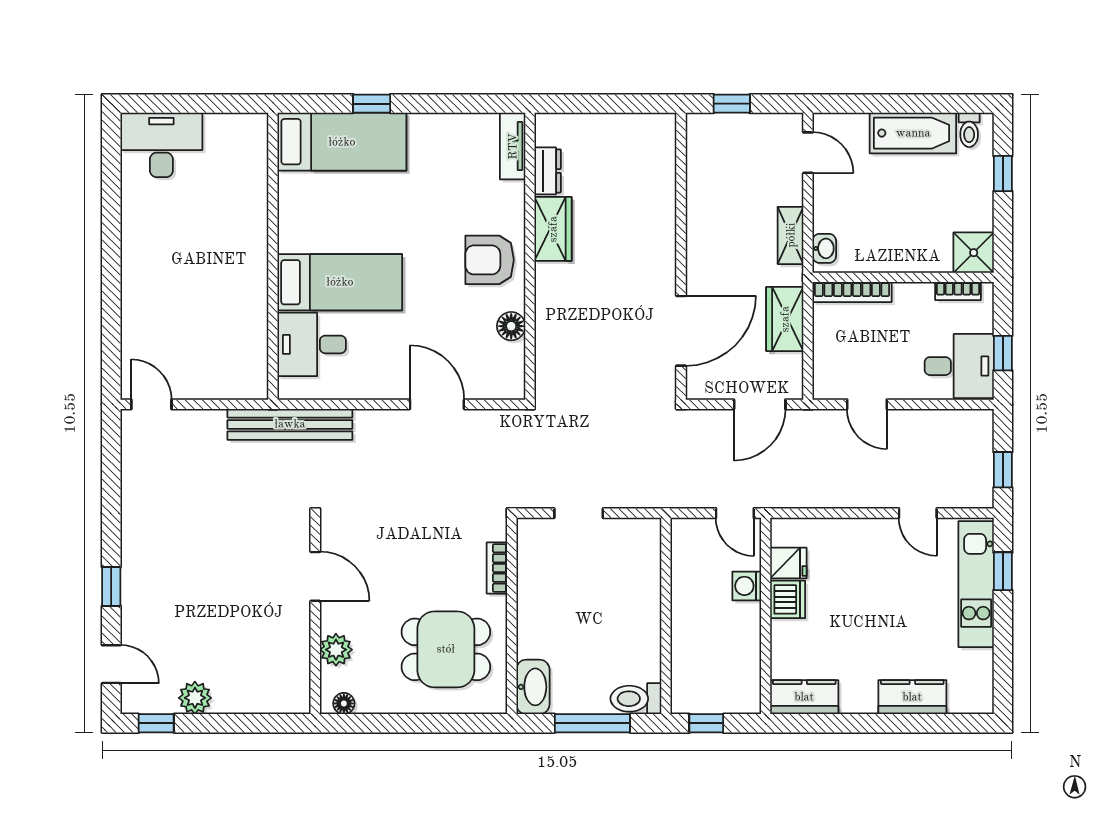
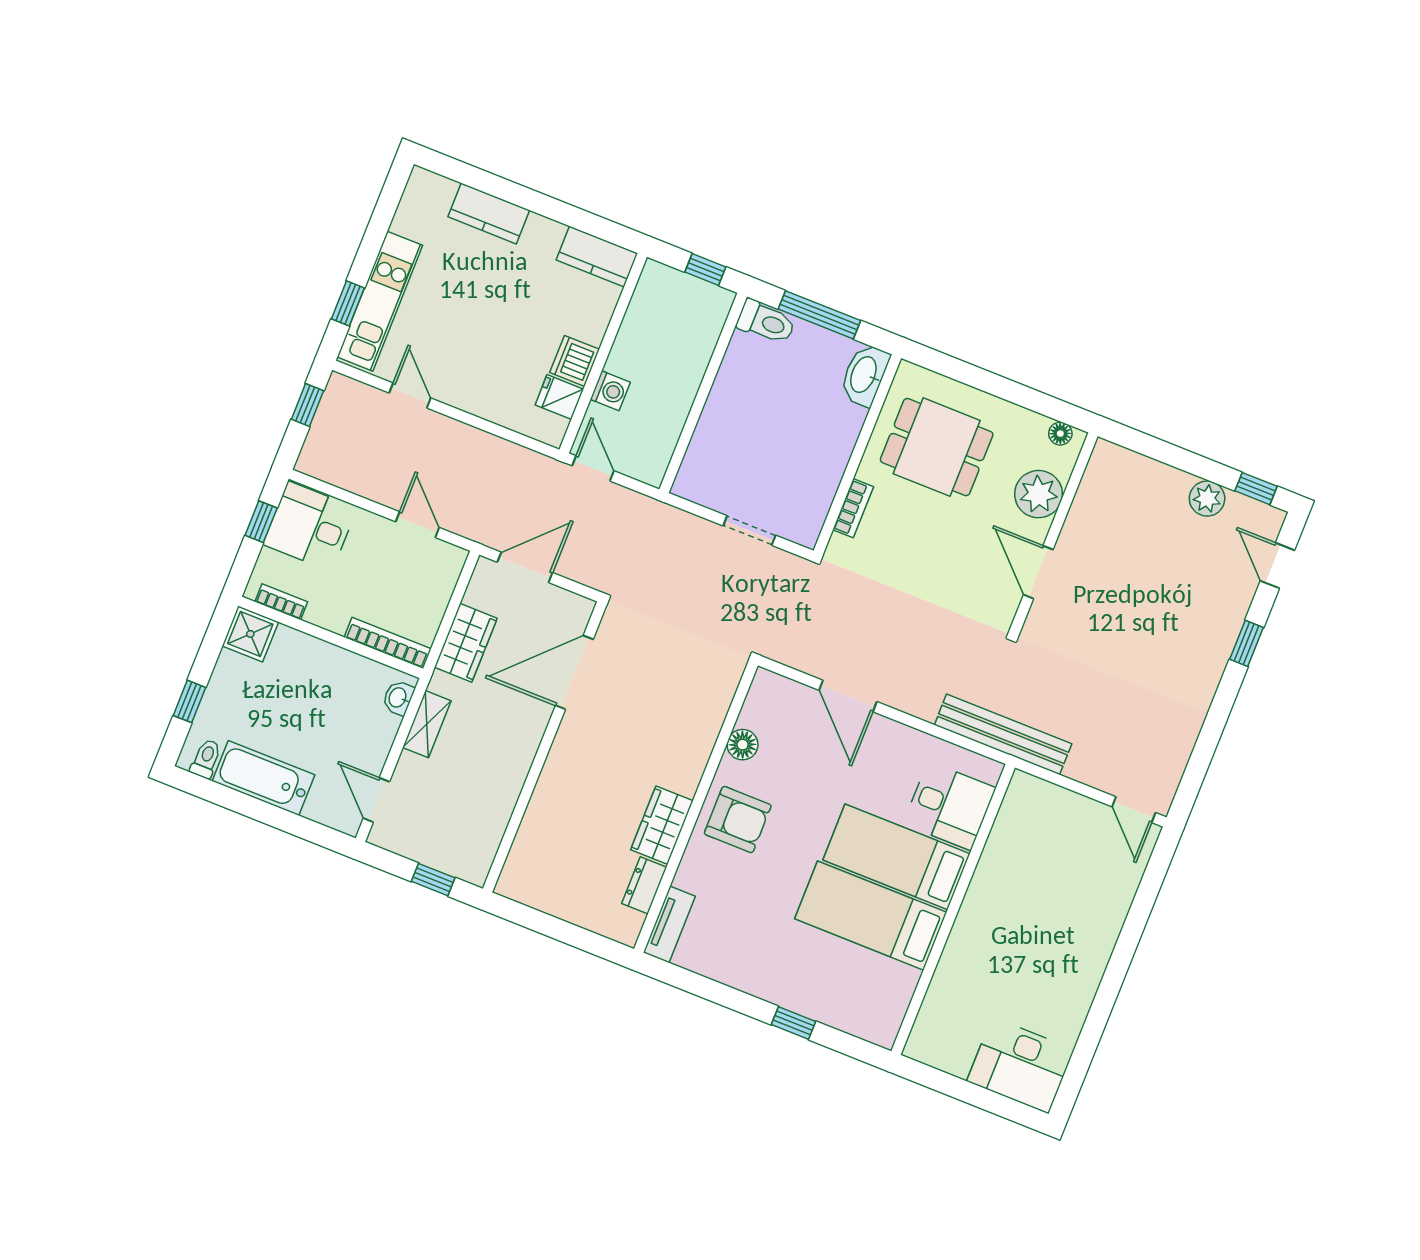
bed: (342, 142) -> (871, 916), moved
plant: (336, 650) -> (1039, 494), width x1.36, depth x1.36

